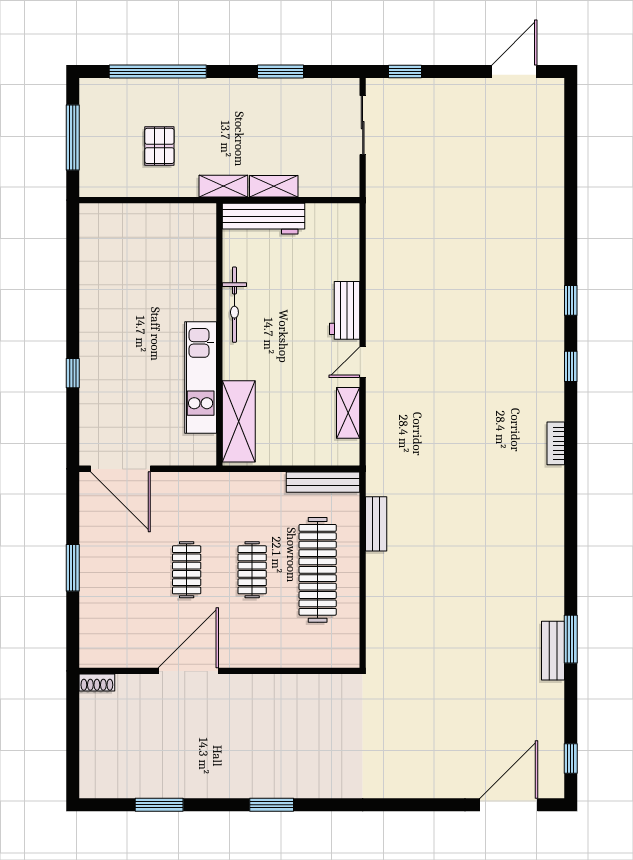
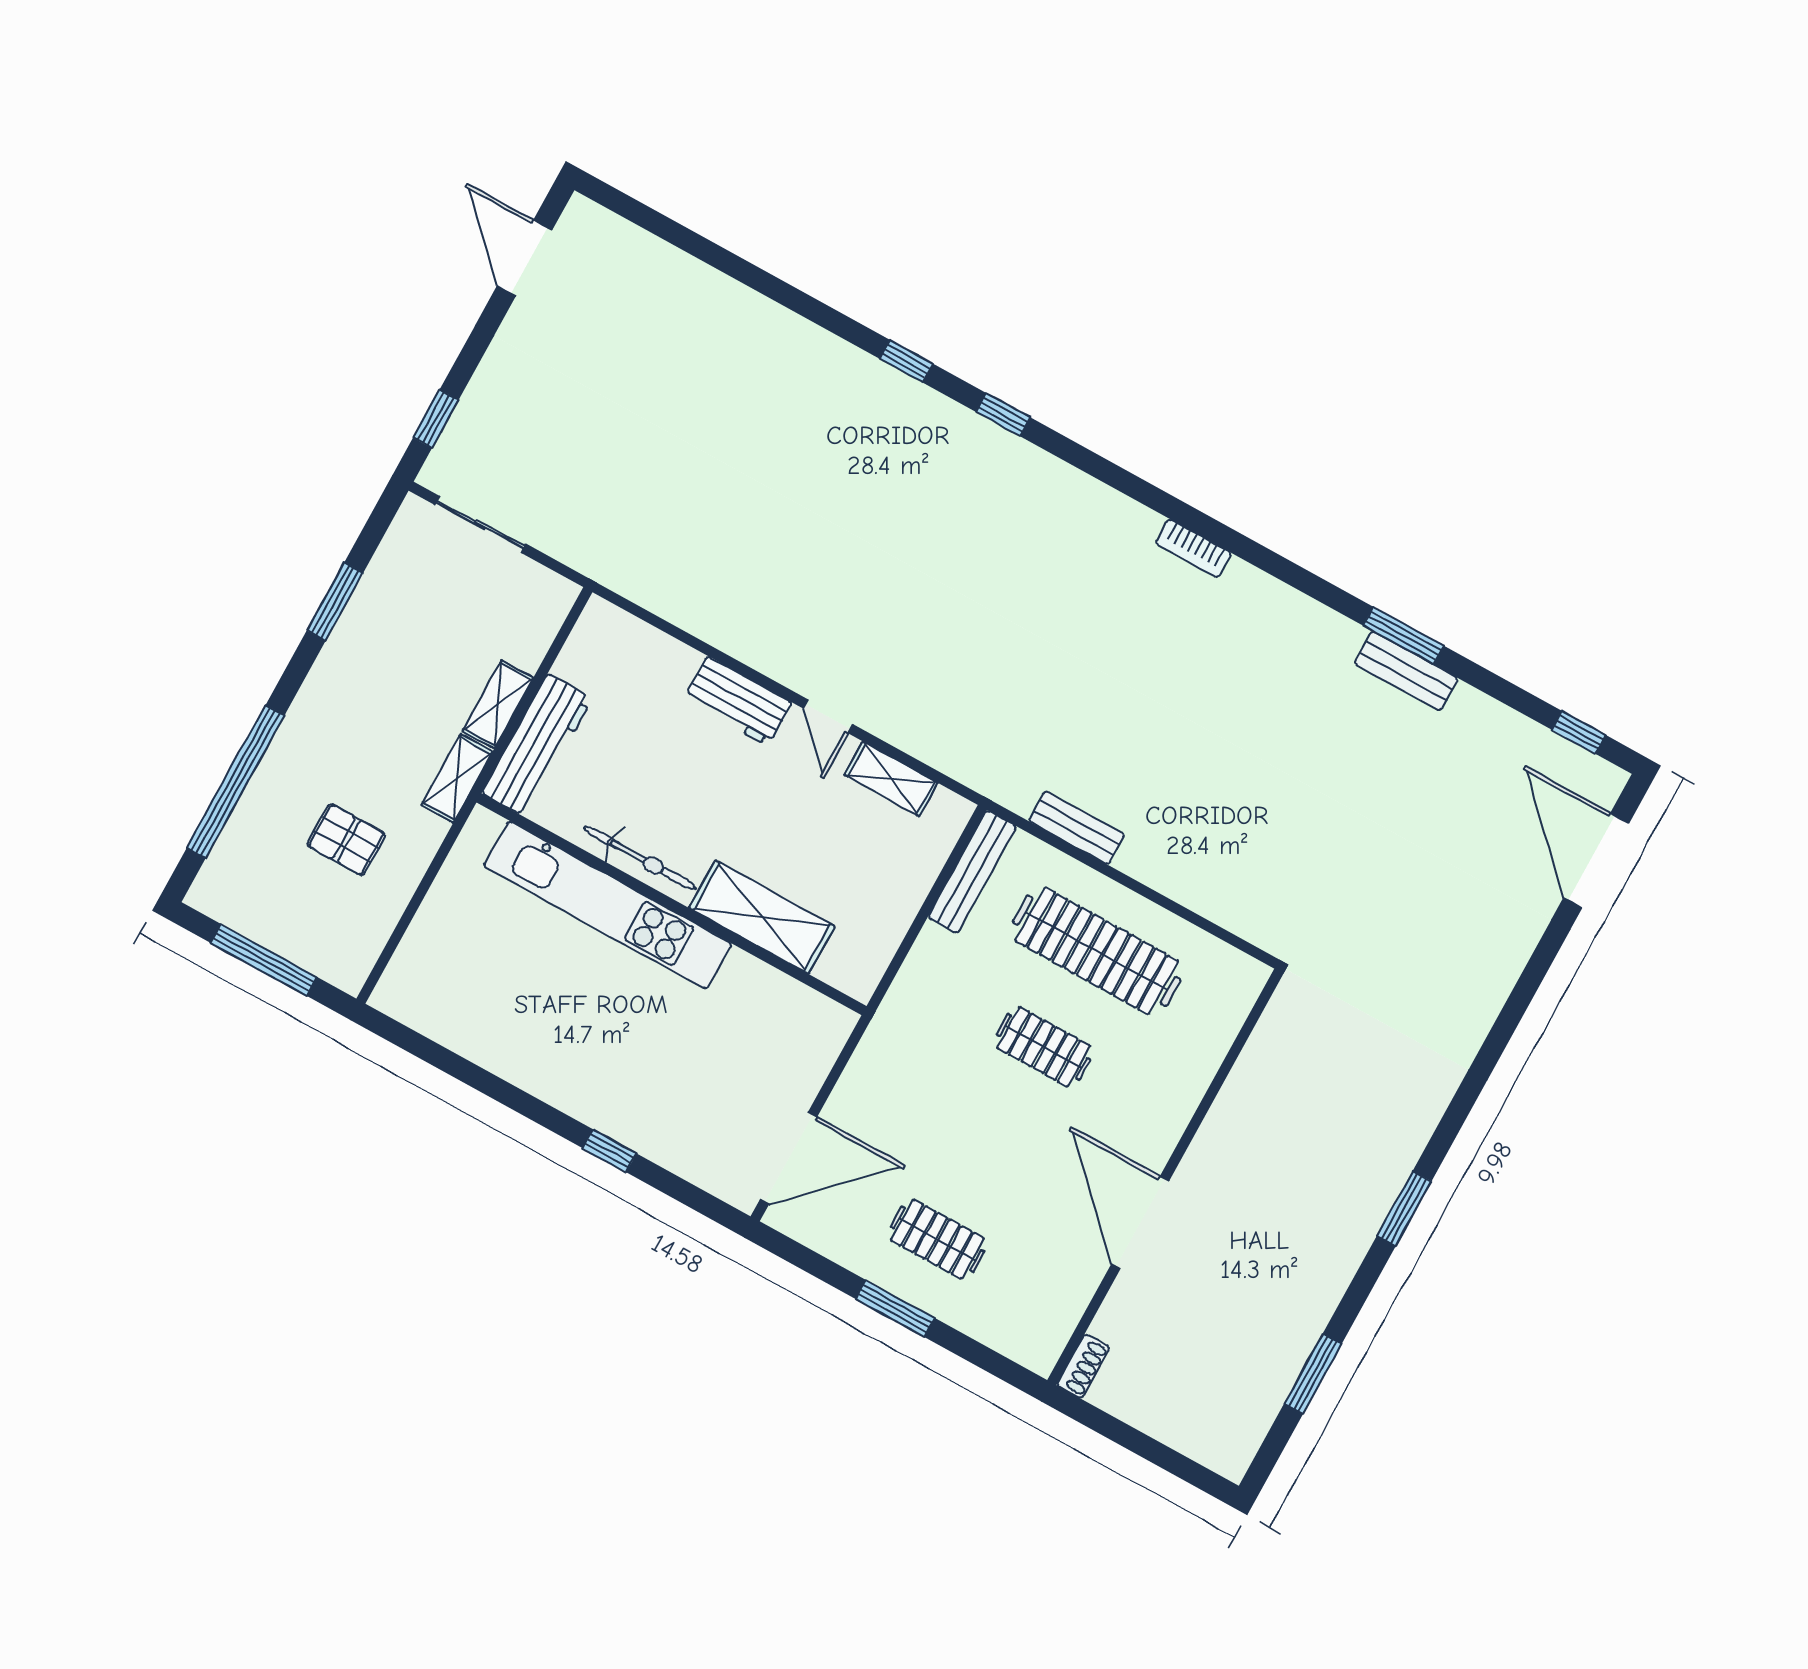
kitchen unit: (201, 377) -> (608, 905), moved, width x1.36
shelving: (239, 421) -> (762, 917), moved
bookcase: (556, 443) -> (1193, 548), moved
clothes rail: (187, 570) -> (937, 1239), moved

